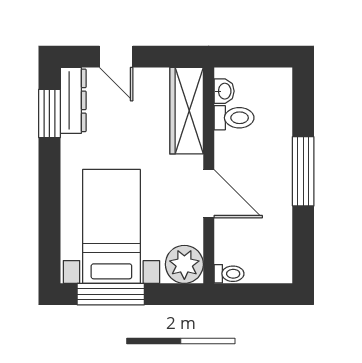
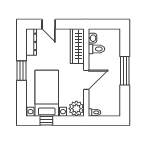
window: (49, 114) -> (22, 71), moved
door: (209, 194) -> (86, 80), hinge flipped
window: (111, 294) -> (46, 121), width x0.46

